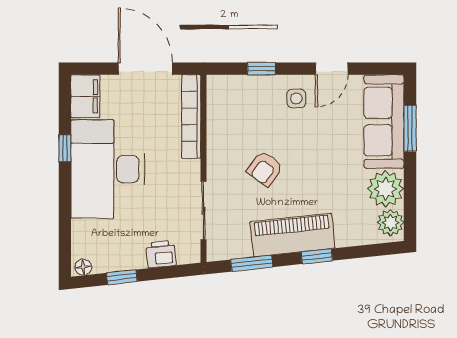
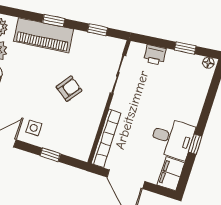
desk: (108, 169) -> (172, 138), width x0.53, depth x0.77
piano: (292, 235) -> (44, 35), moved
window: (252, 263) -> (98, 30), width x0.67

